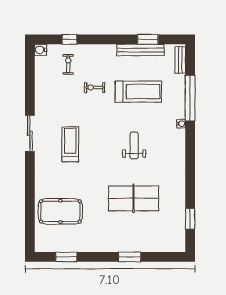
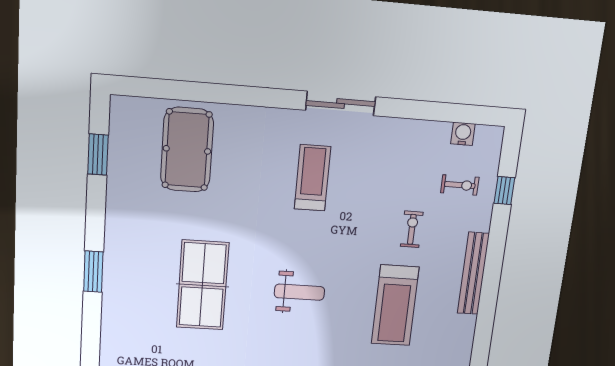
window: (148, 39) -> (484, 327), removed
water cooler: (41, 50) -> (463, 134), moved
bench: (140, 50) -> (473, 273), moved
treadmill: (70, 144) -> (313, 178), turned -90

